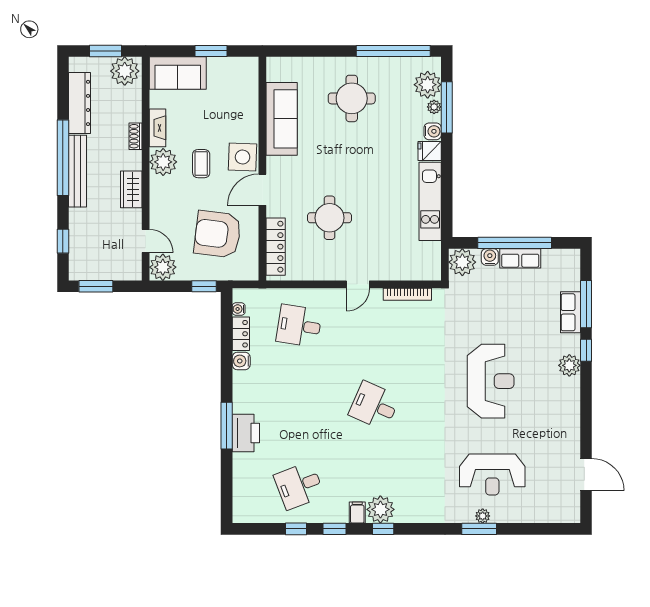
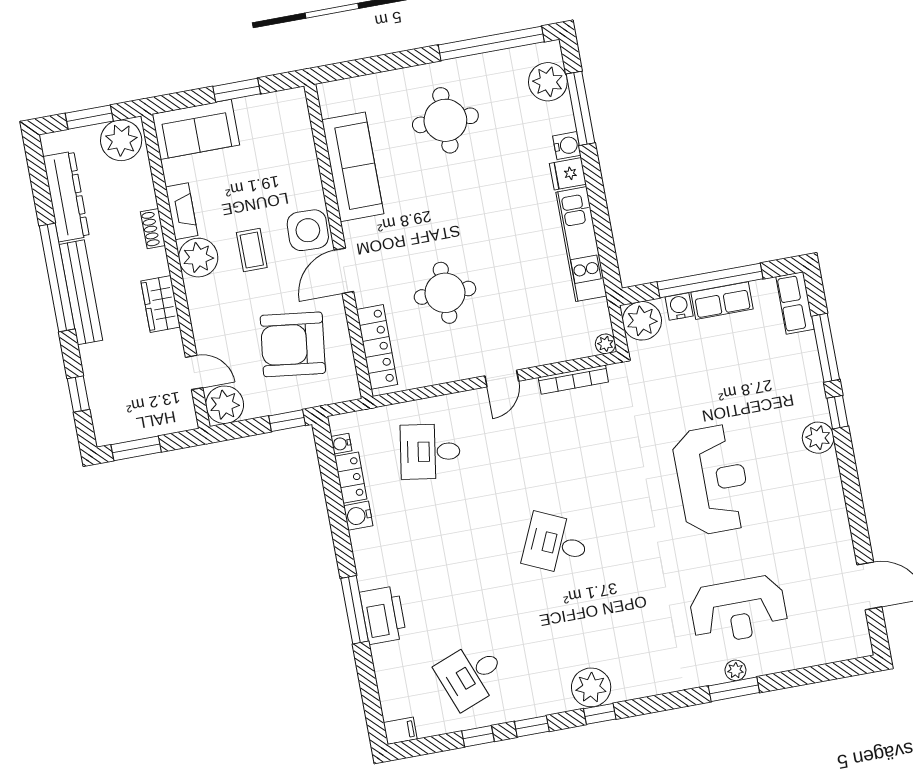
plant: (434, 107) -> (605, 344), moved
row of seats: (570, 312) -> (795, 303), moved
filing cabinet: (357, 513) -> (400, 731), moved, turned 90

